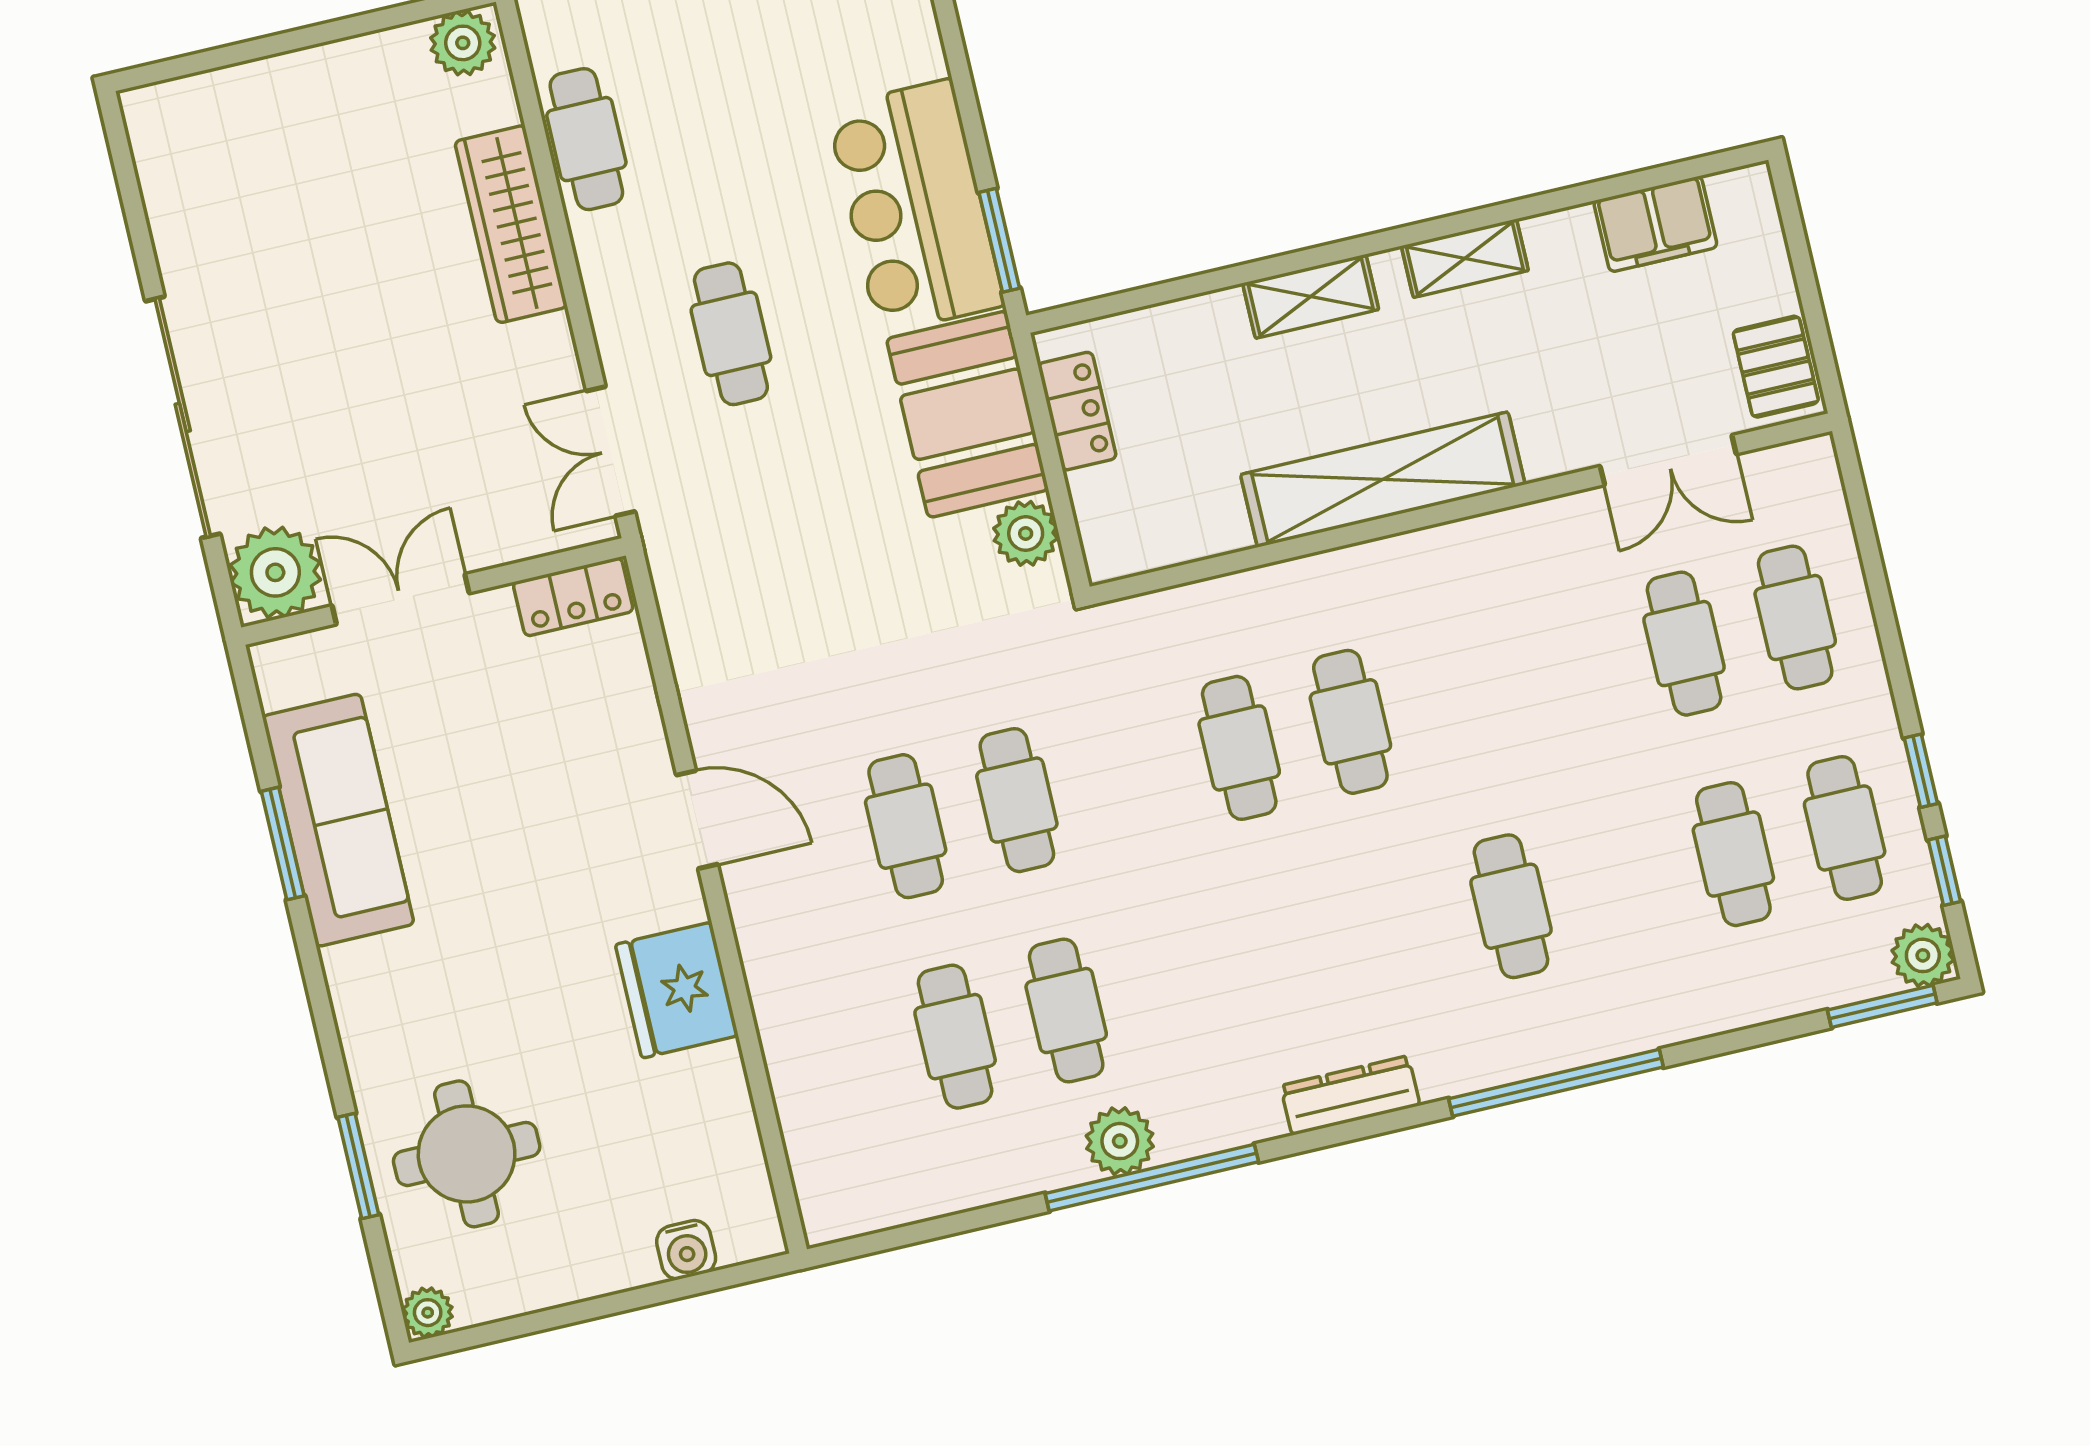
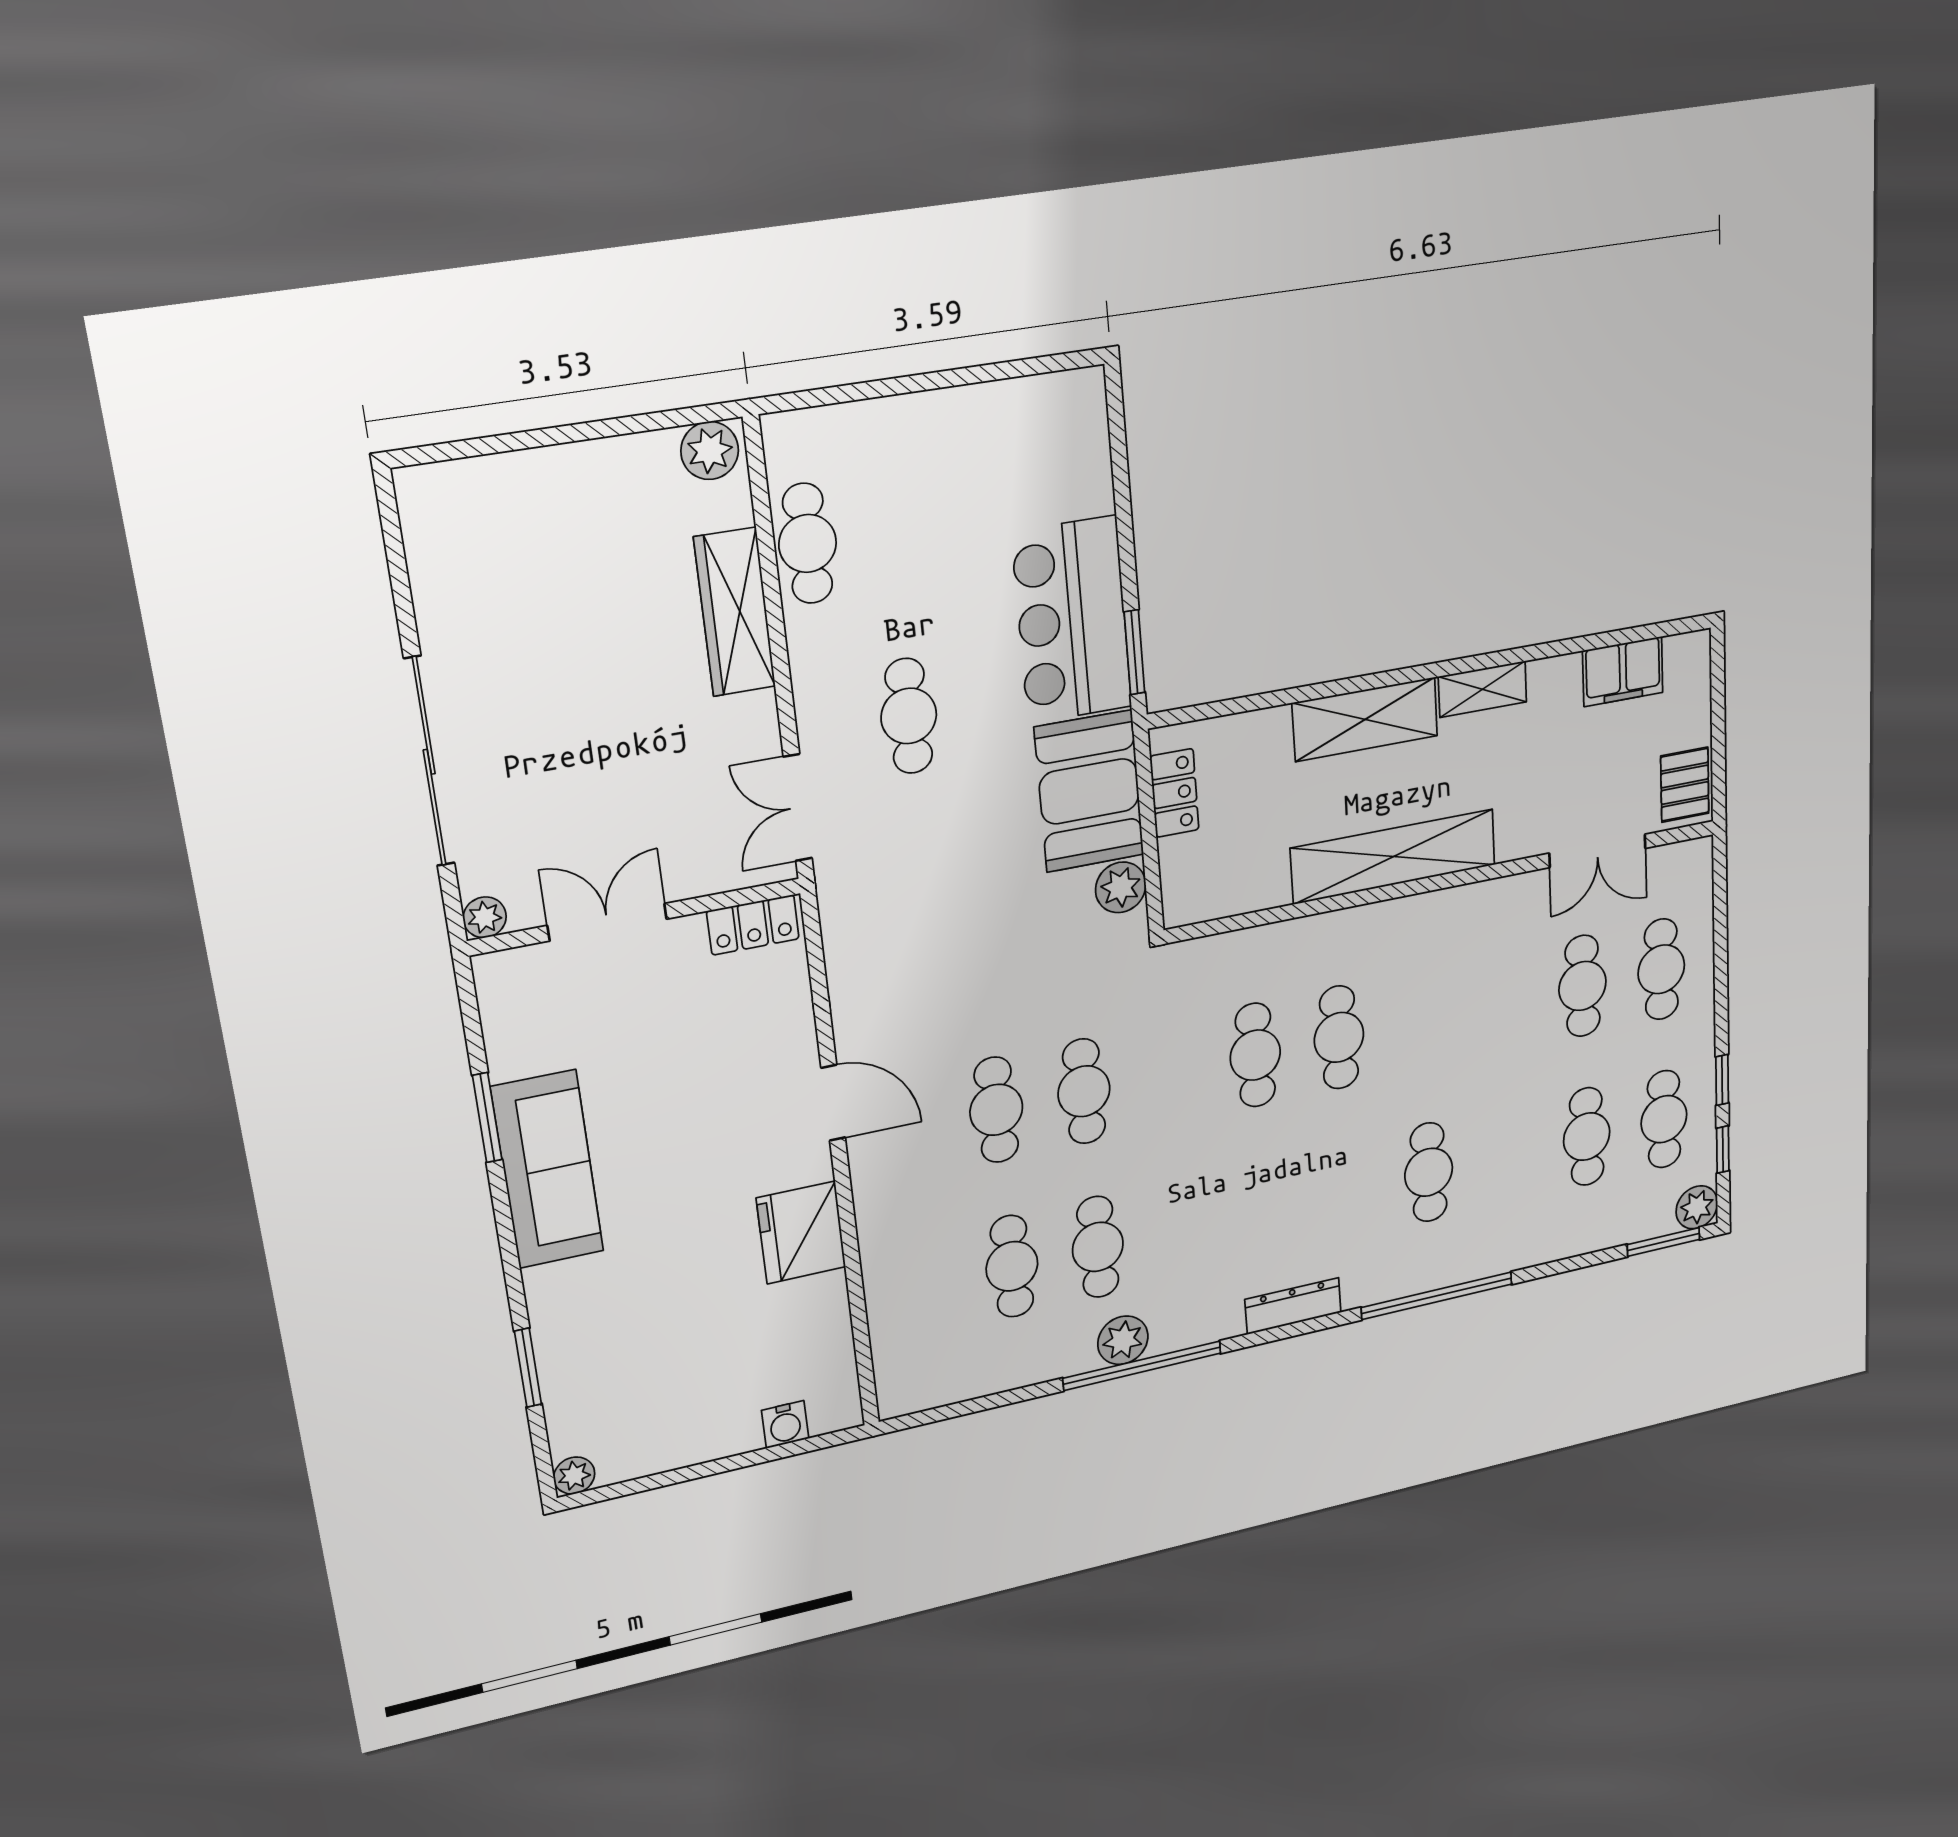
shelving: (1311, 296) -> (1365, 719), width x1.50, depth x1.33
plant: (275, 572) -> (485, 917), width x0.53, depth x0.53
sofa: (338, 820) -> (547, 1170), moved
round table: (467, 1154) -> (618, 1357), removed

